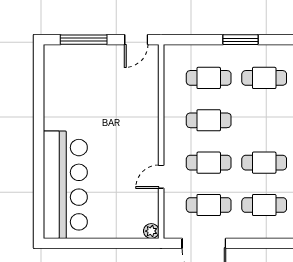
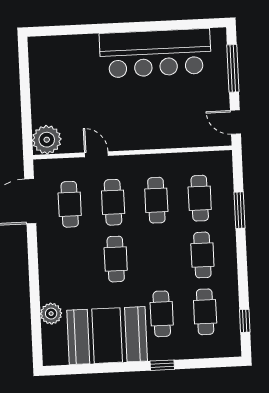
window: (241, 40) -> (240, 210), moved
bar counter: (65, 185) -> (155, 53), moved
cafe table: (264, 205) -> (72, 261), removed
plant: (151, 231) -> (47, 140), width x1.88, depth x1.88

